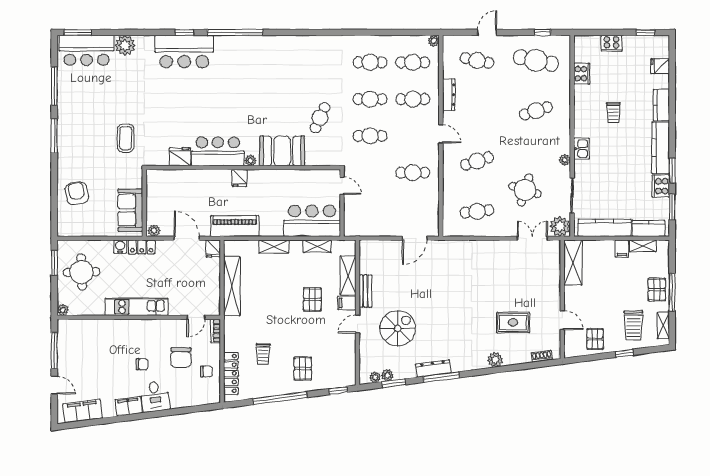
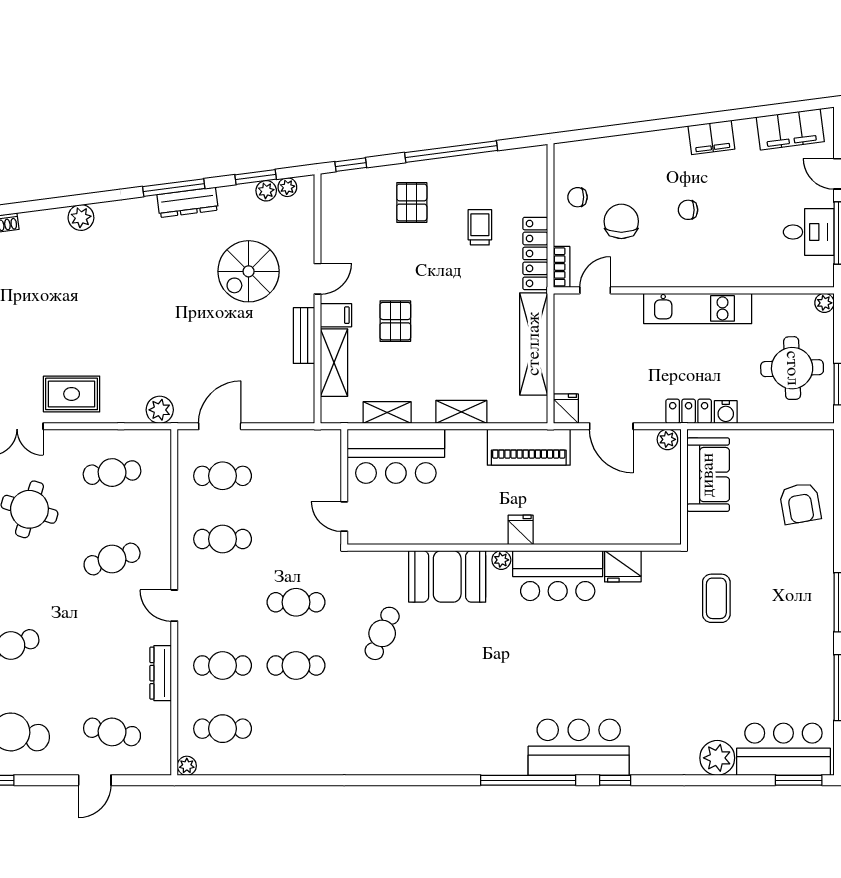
bar counter: (184, 52) -> (579, 747), moved
cafe table: (370, 62) -> (223, 476), moved
plant: (449, 248) -> (160, 410), added
rug: (513, 322) -> (72, 394), moved
locker: (231, 373) -> (535, 253), moved
desk: (155, 397) -> (809, 232), moved, turned 97

